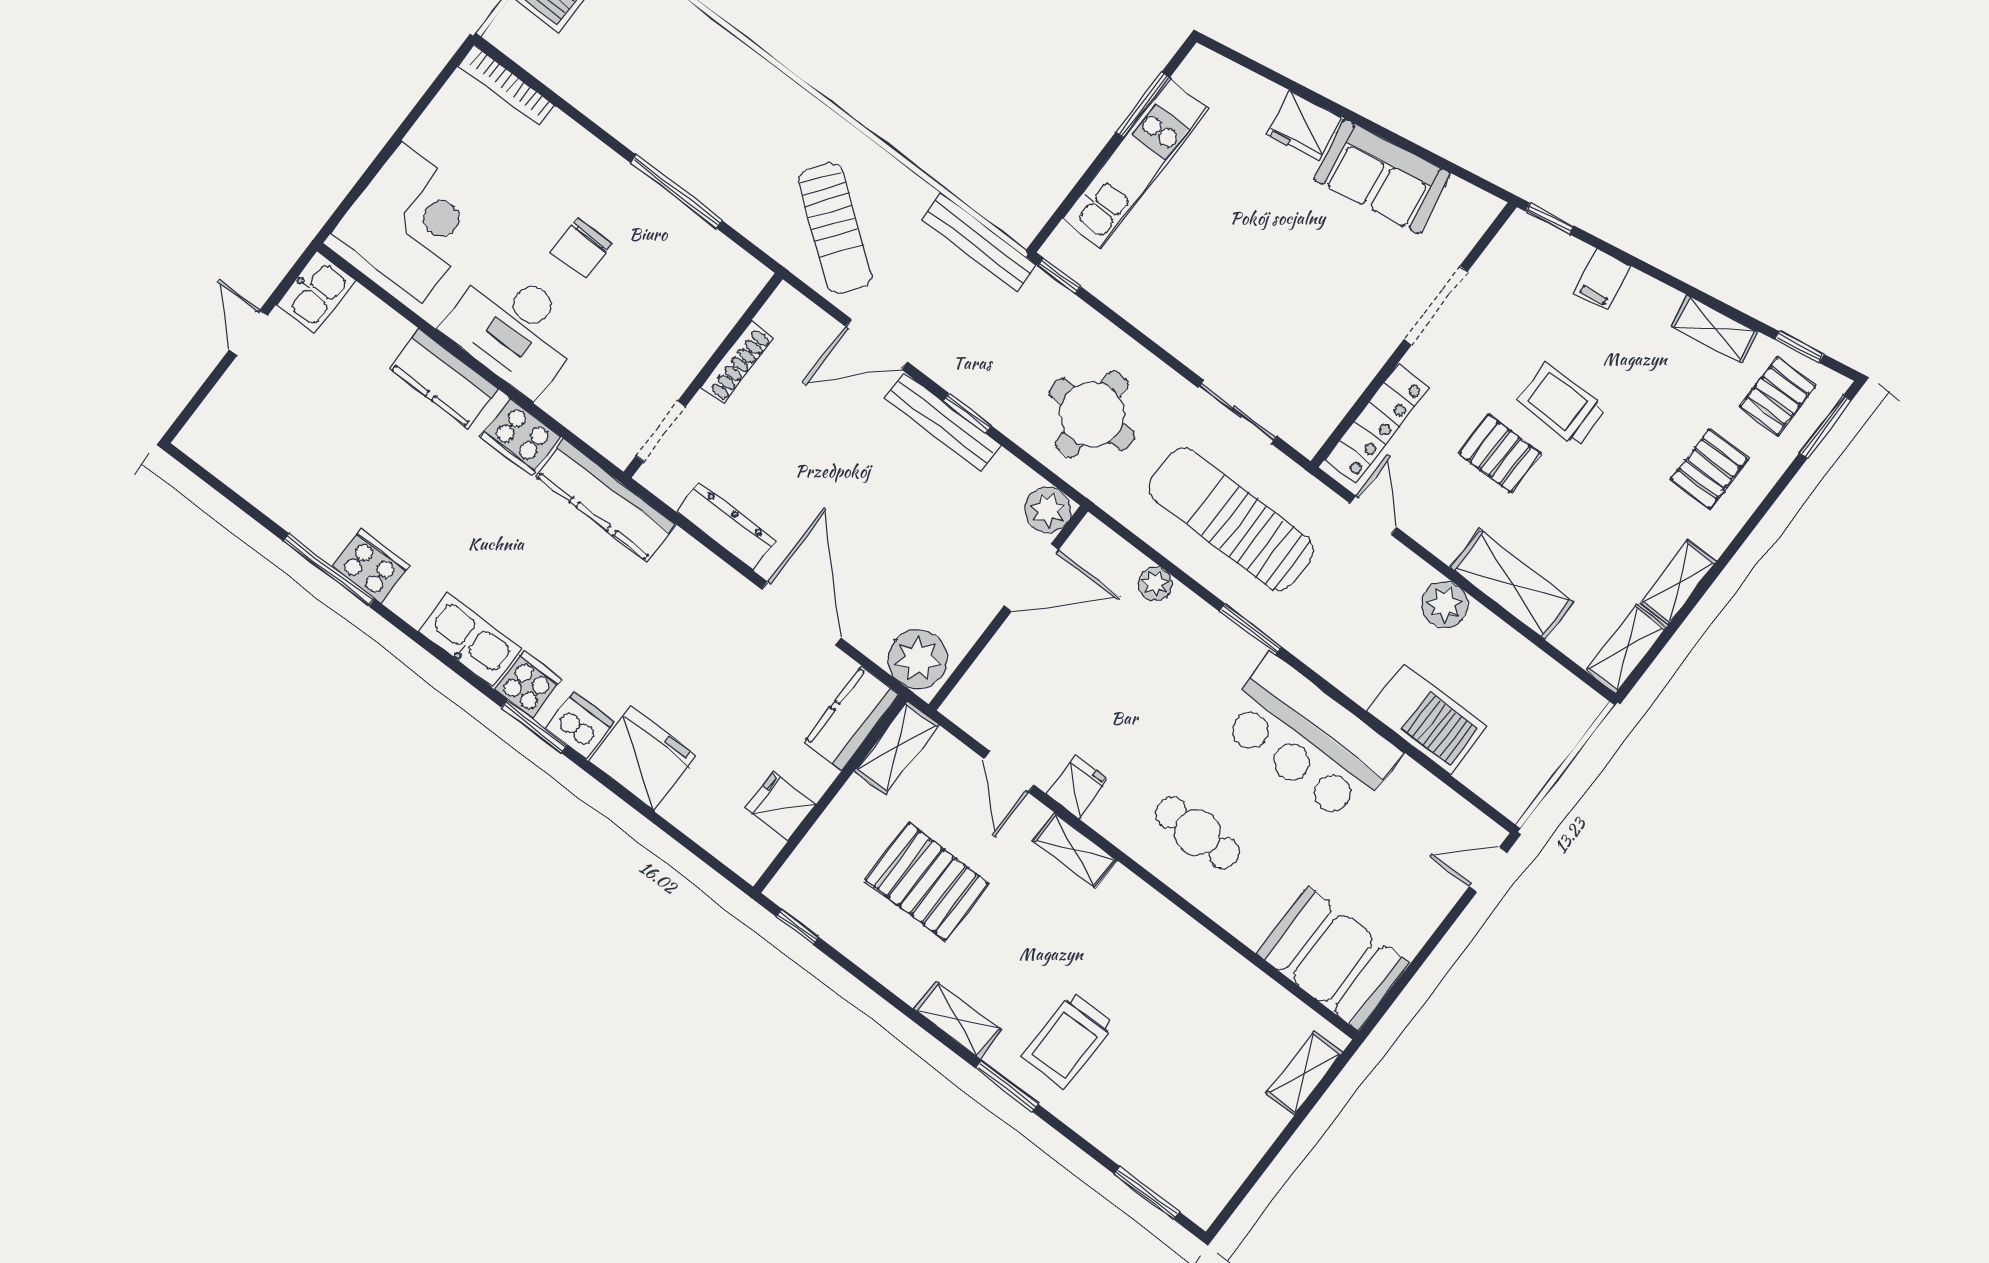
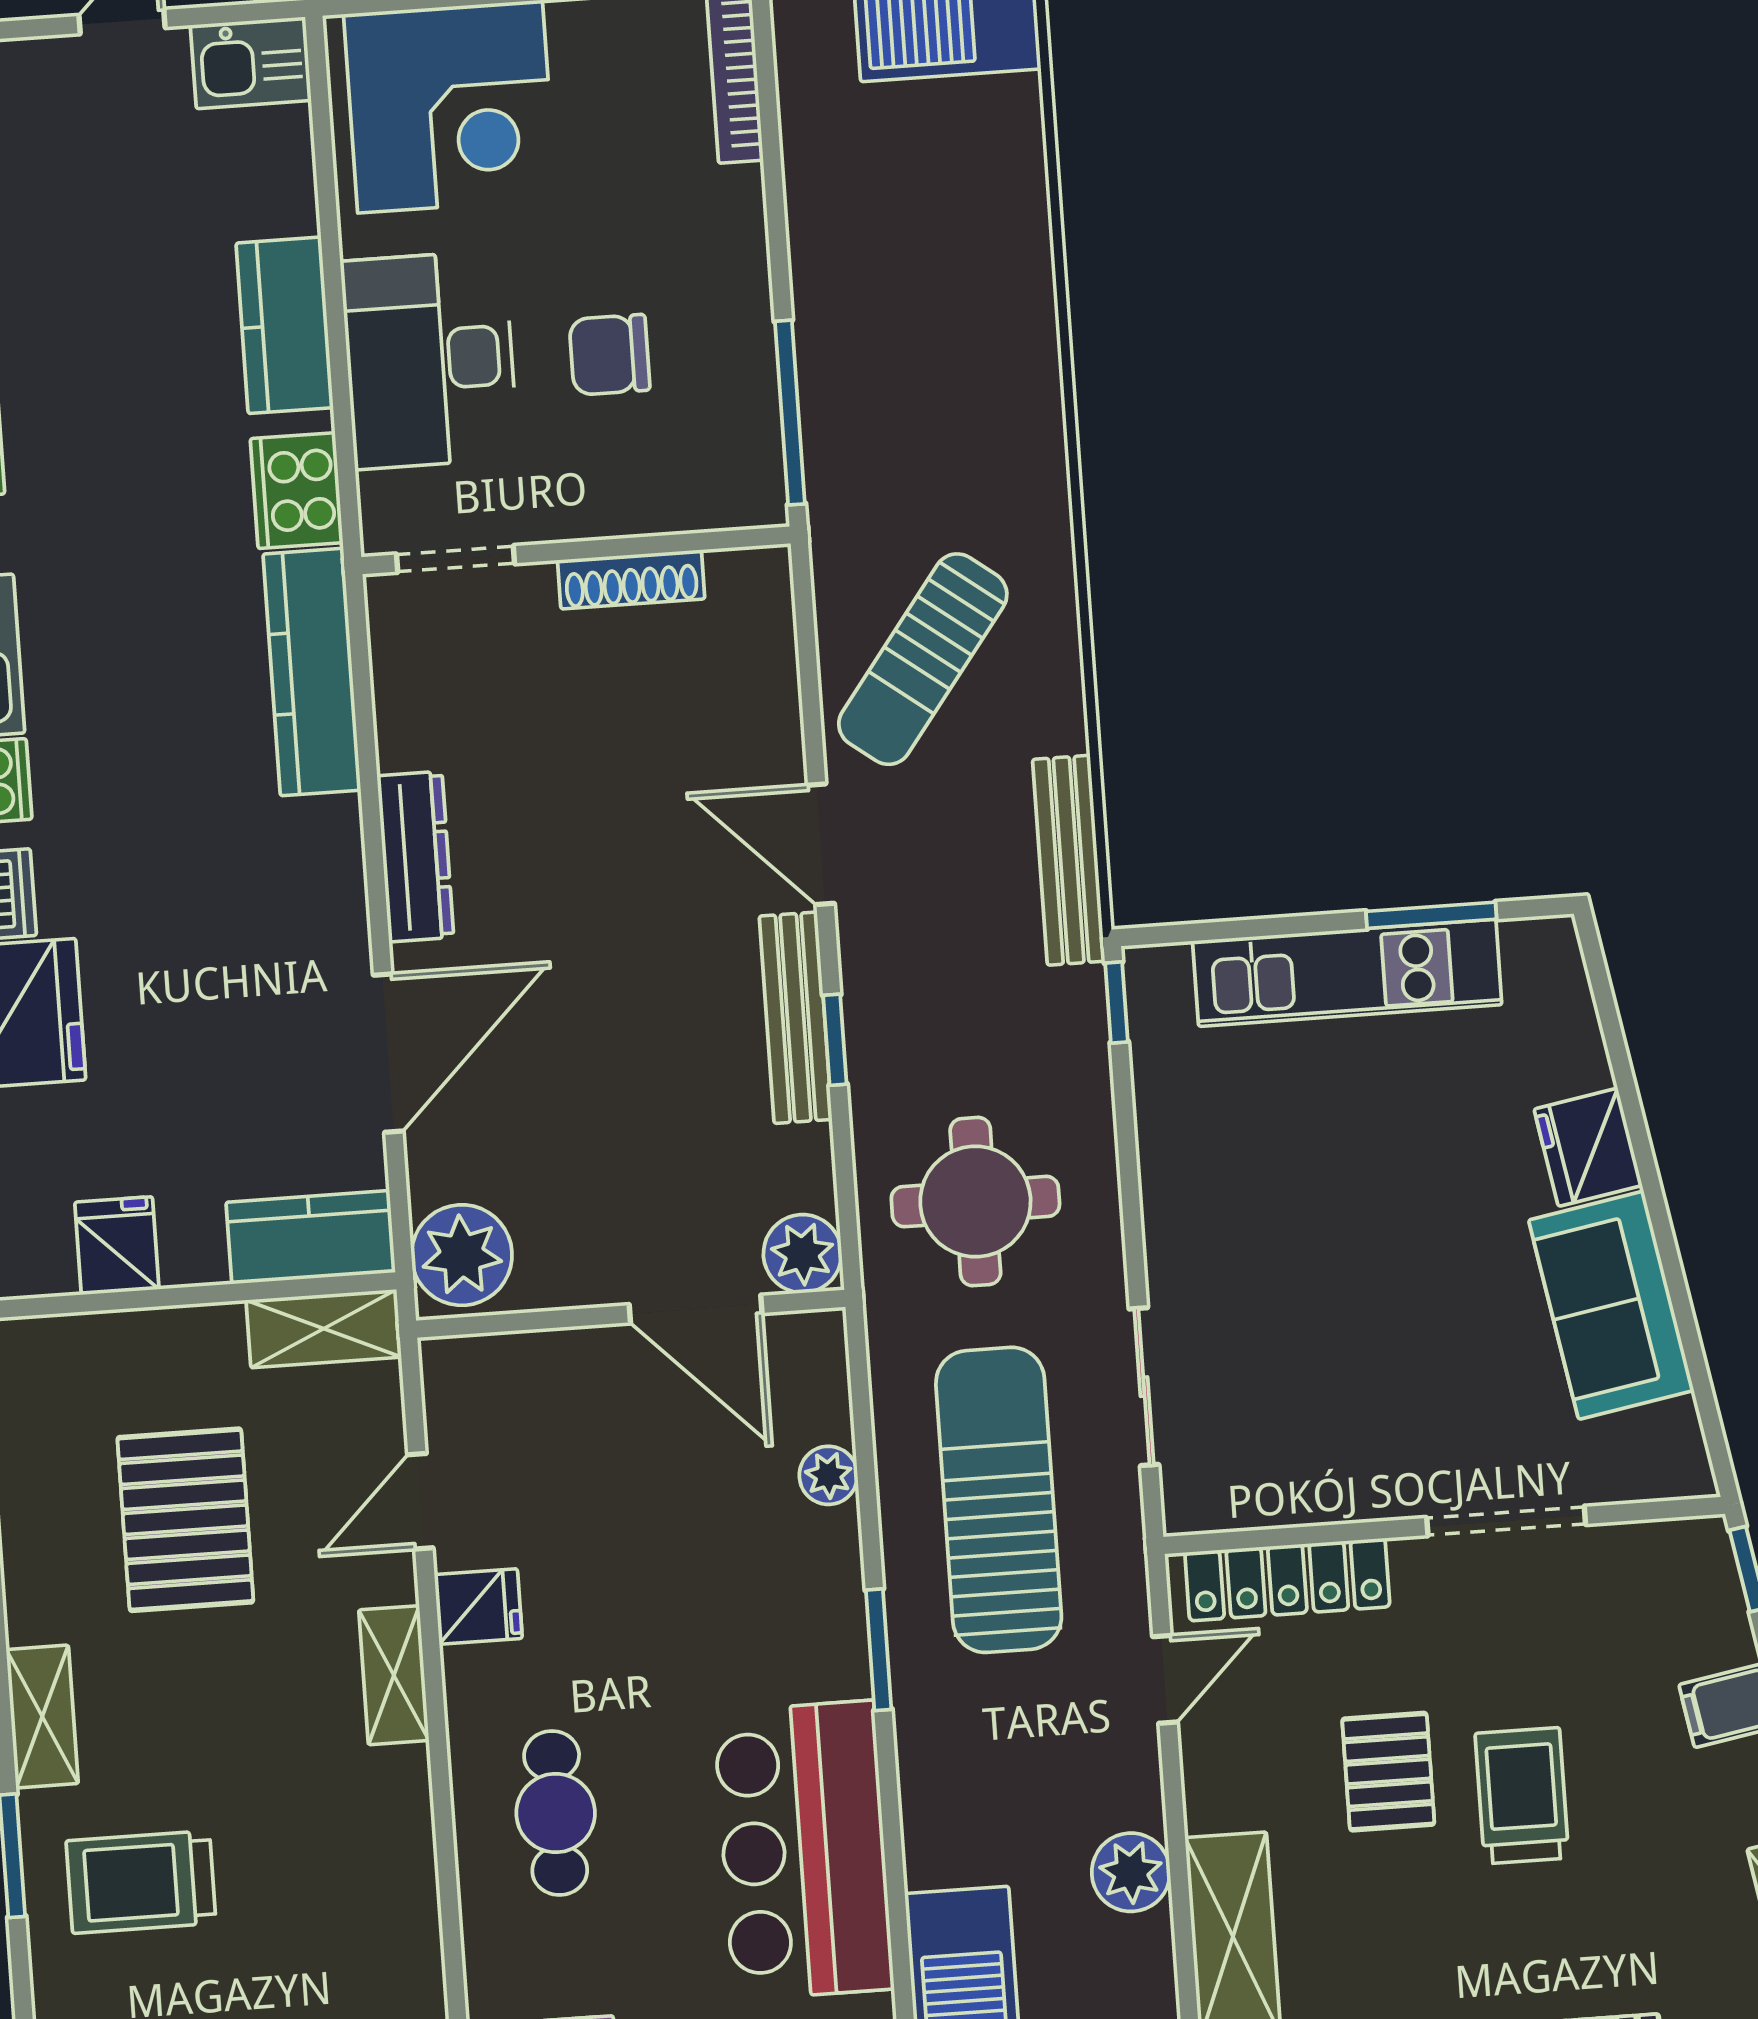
shoe rack: (737, 363) -> (631, 580), moved
wall: (703, 375) -> (576, 550), moved
doorway: (661, 431) -> (456, 559), moved

